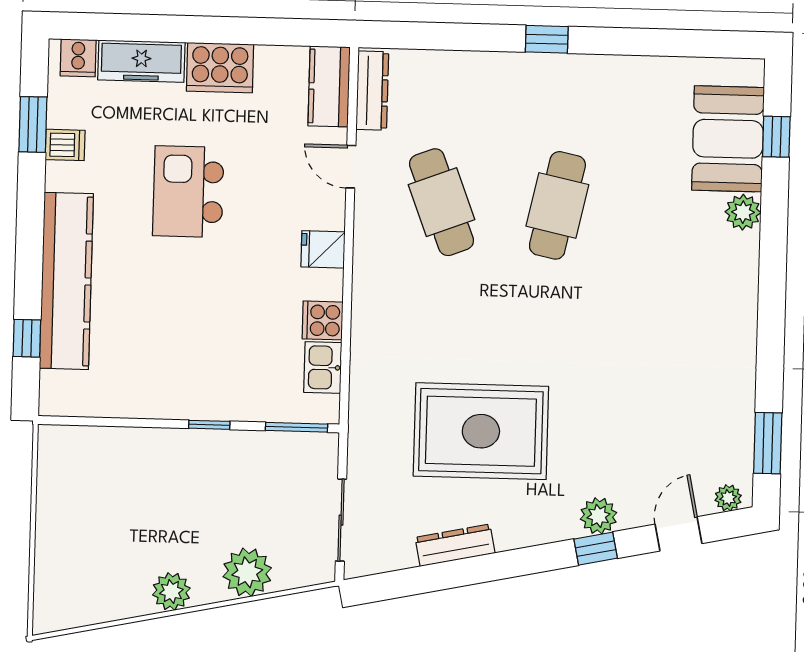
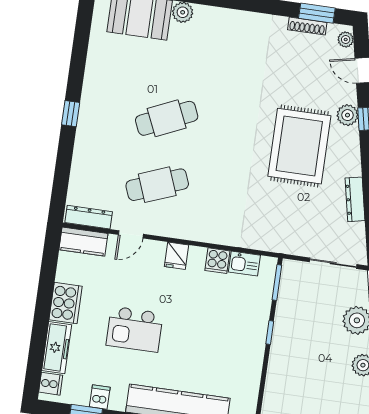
cafe table: (557, 205) -> (167, 118), turned -36
shoe rack: (744, 429) -> (307, 26), added
rug: (481, 431) -> (299, 146), moved

